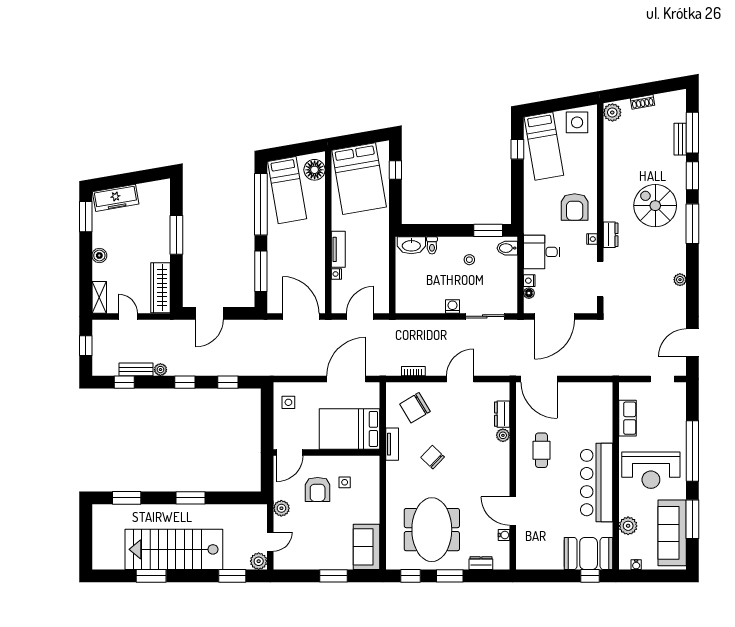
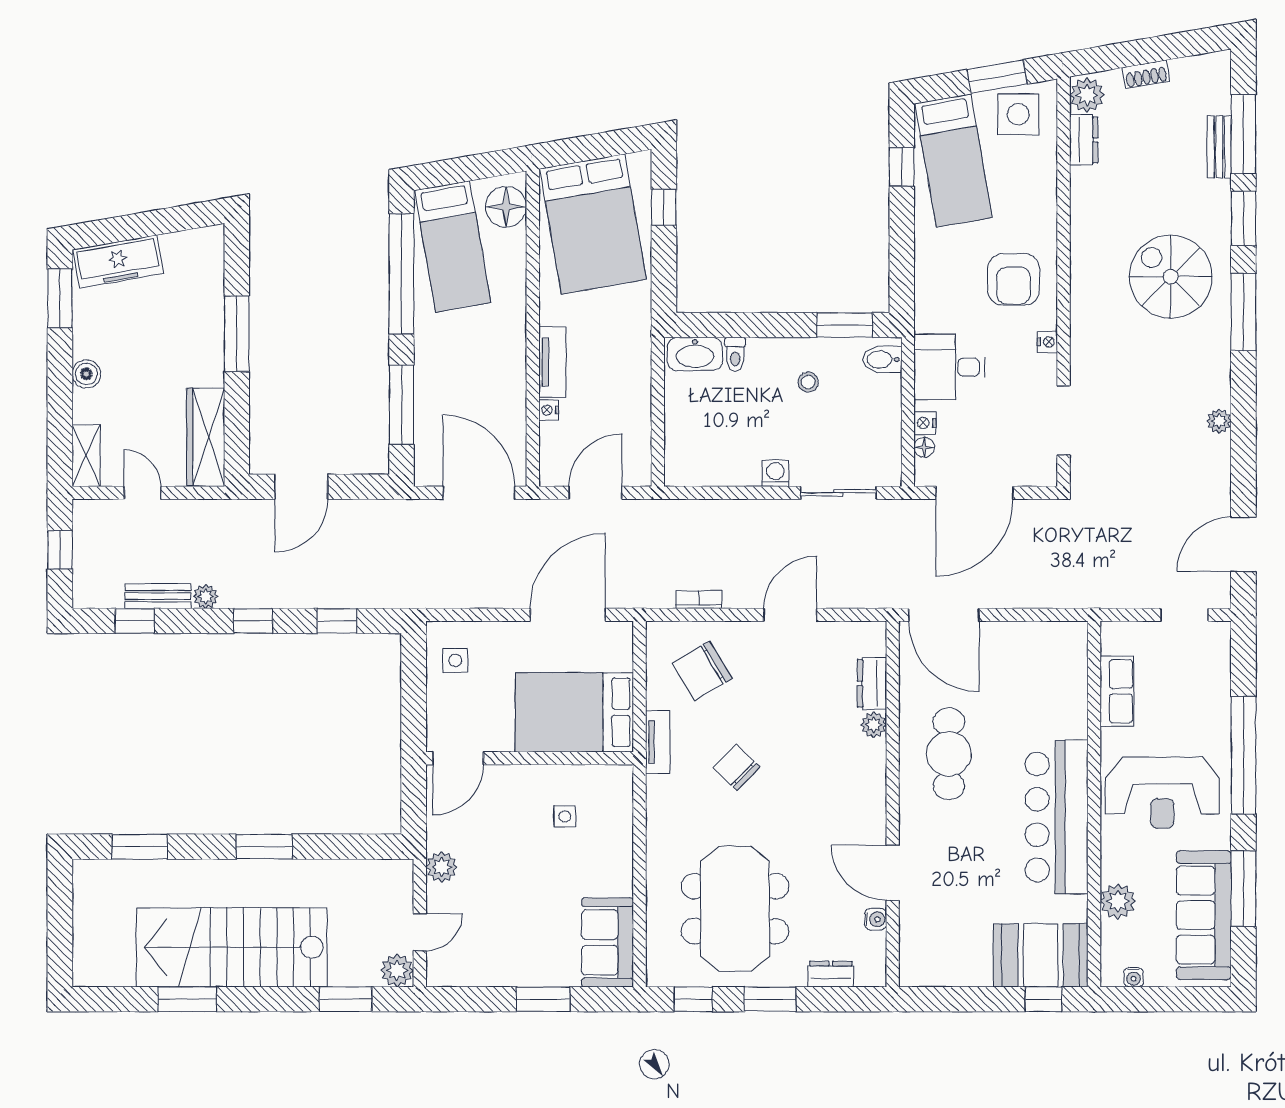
window: (566, 103) -> (997, 77), added
dresser: (611, 235) -> (1084, 140), moved
cafe table: (541, 450) -> (949, 754), width x1.37, depth x1.35
armchair: (318, 489) -> (512, 830), removed

